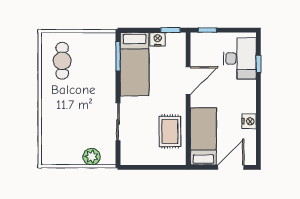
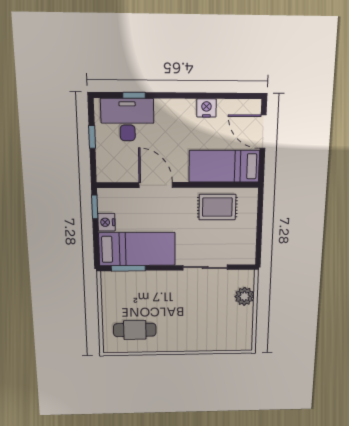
window: (207, 30) -> (92, 137), moved

